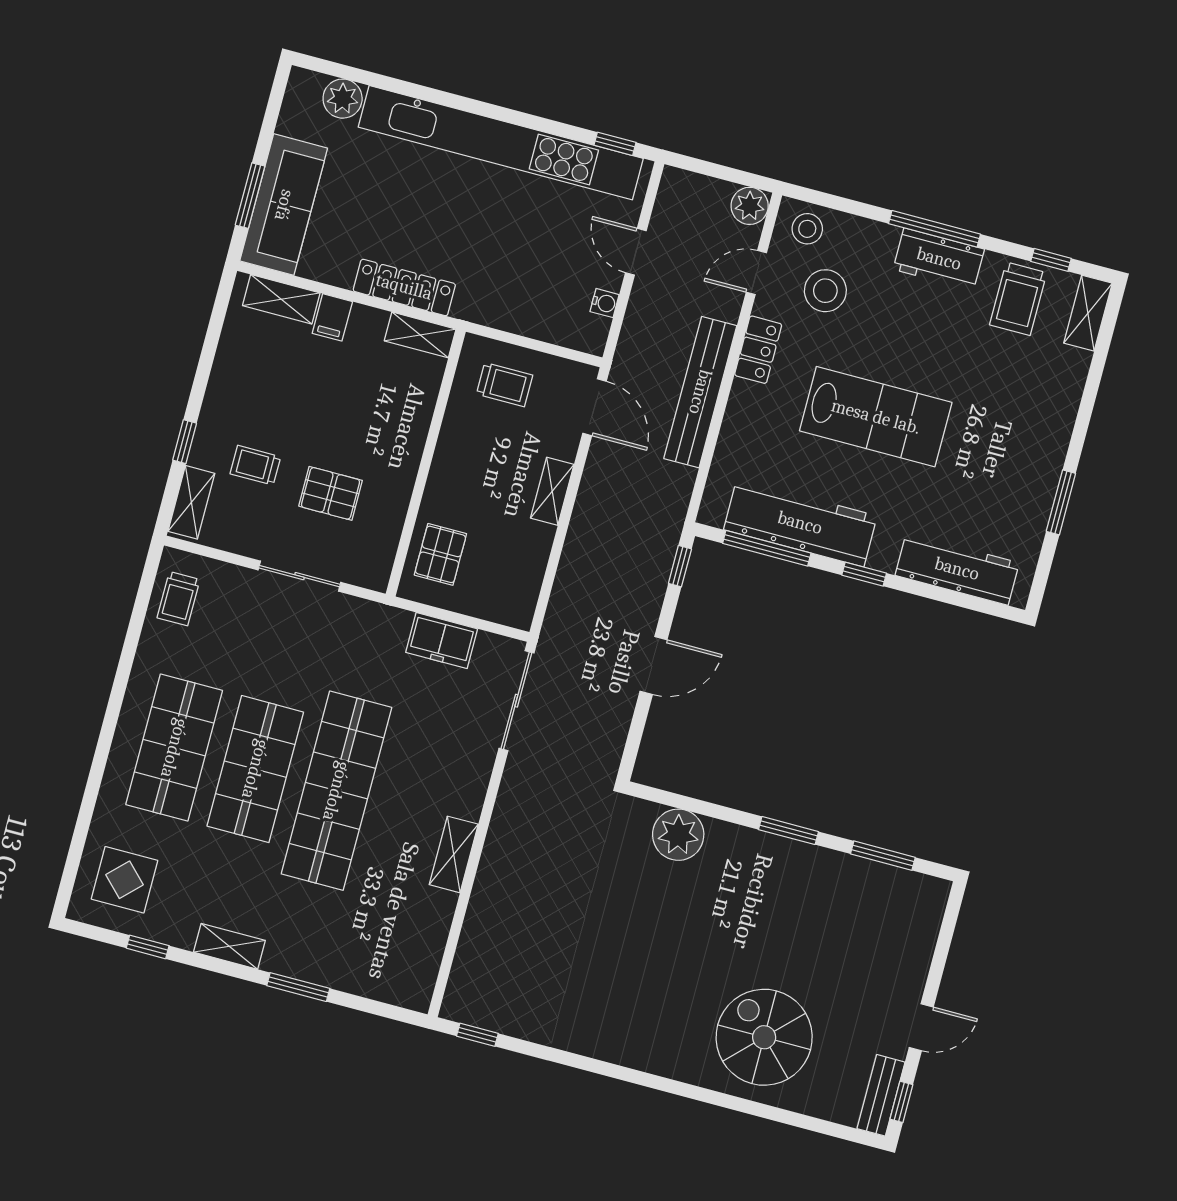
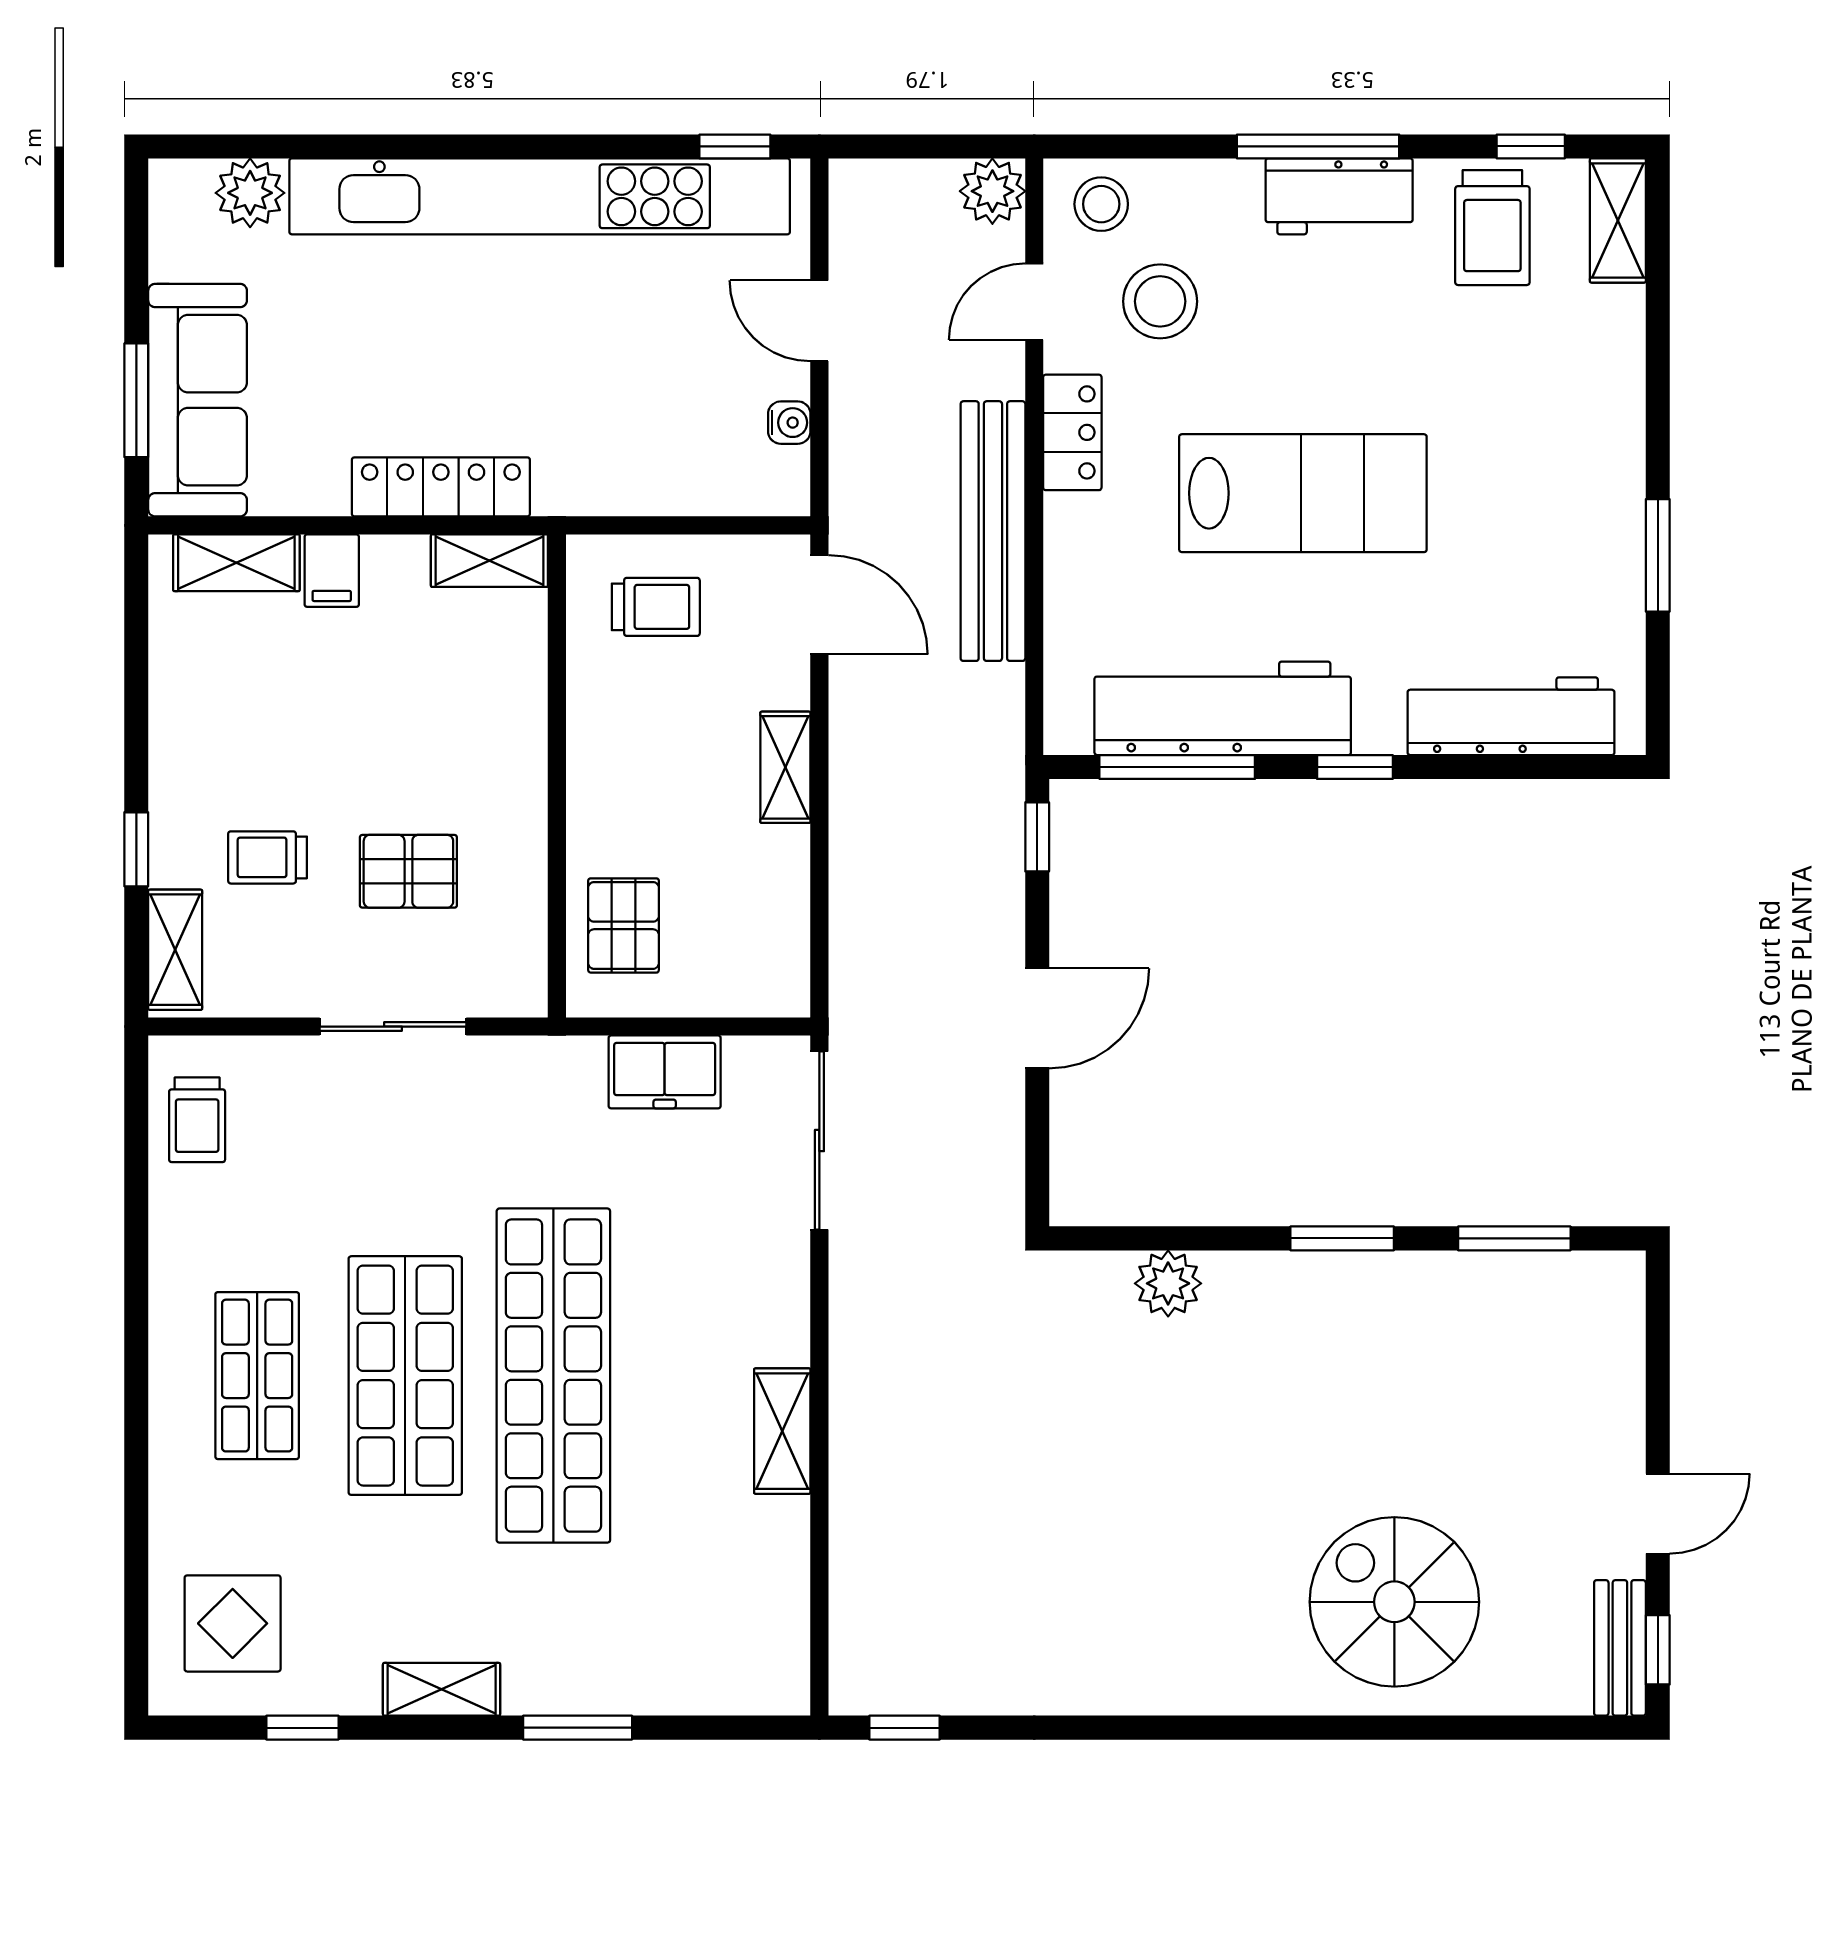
shop shelf: (174, 748) -> (257, 1376), width x0.70, depth x0.74
plant: (678, 835) -> (1168, 1283), width x0.73, depth x0.73

